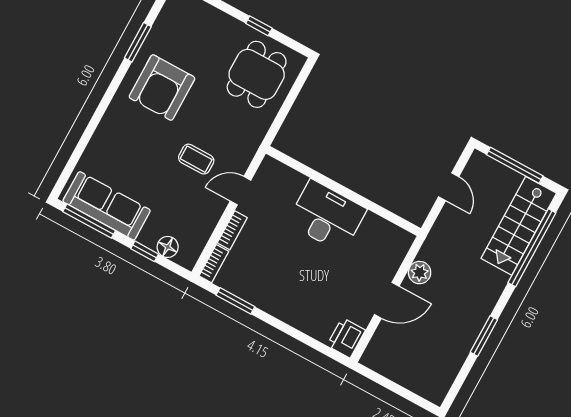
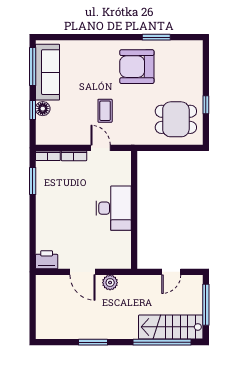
floor lamp: (168, 247) -> (43, 109), moved

